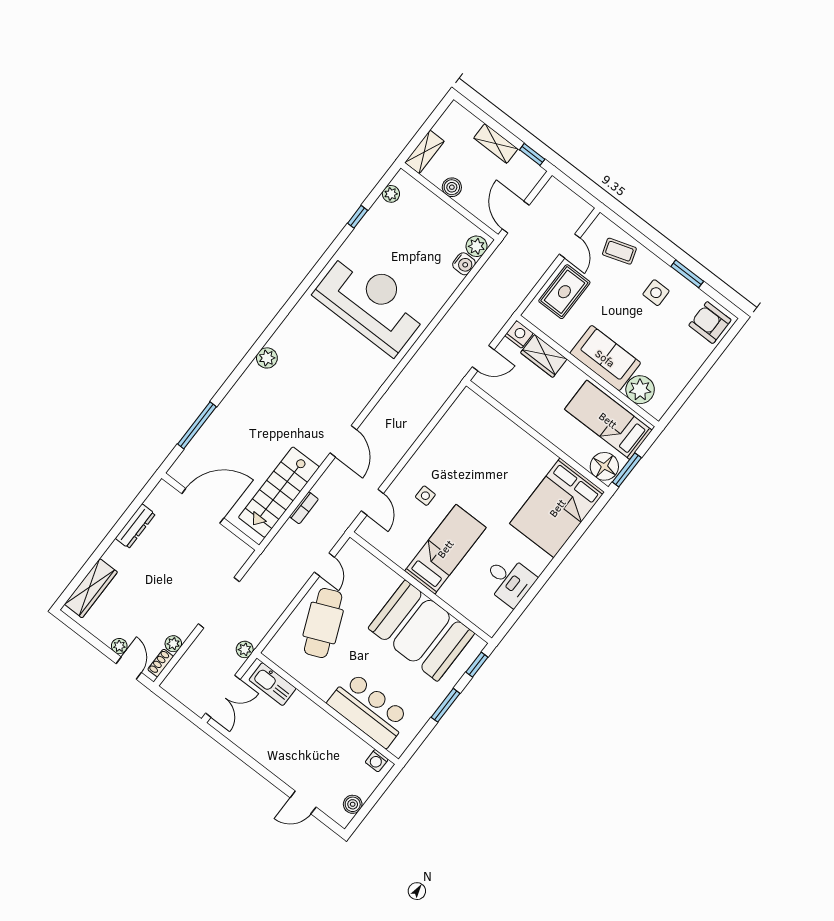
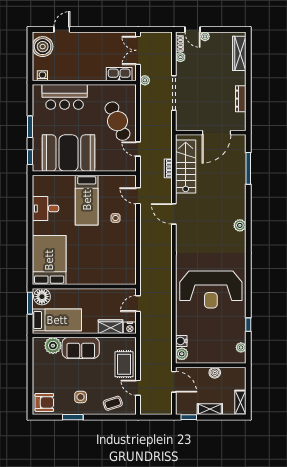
shelving: (424, 152) -> (240, 402), moved
boiler: (353, 804) -> (43, 47), width x1.86, depth x1.86

